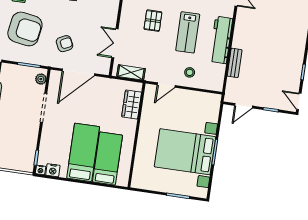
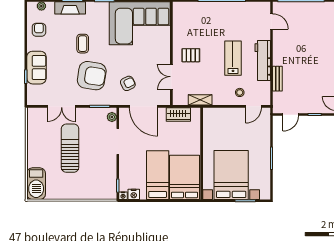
pallet: (153, 21) -> (191, 55), moved, turned 90
lab bench: (188, 32) -> (233, 58), turned 180
door: (78, 72) -> (143, 106), hinge flipped
shelving: (131, 72) -> (200, 100), moved
door: (166, 85) -> (253, 106), moved
wardrobe: (132, 104) -> (178, 115), moved, turned -90
bed with nightstands: (185, 152) -> (231, 175), moved, turned 90
bed: (107, 159) -> (185, 177), width x1.50

